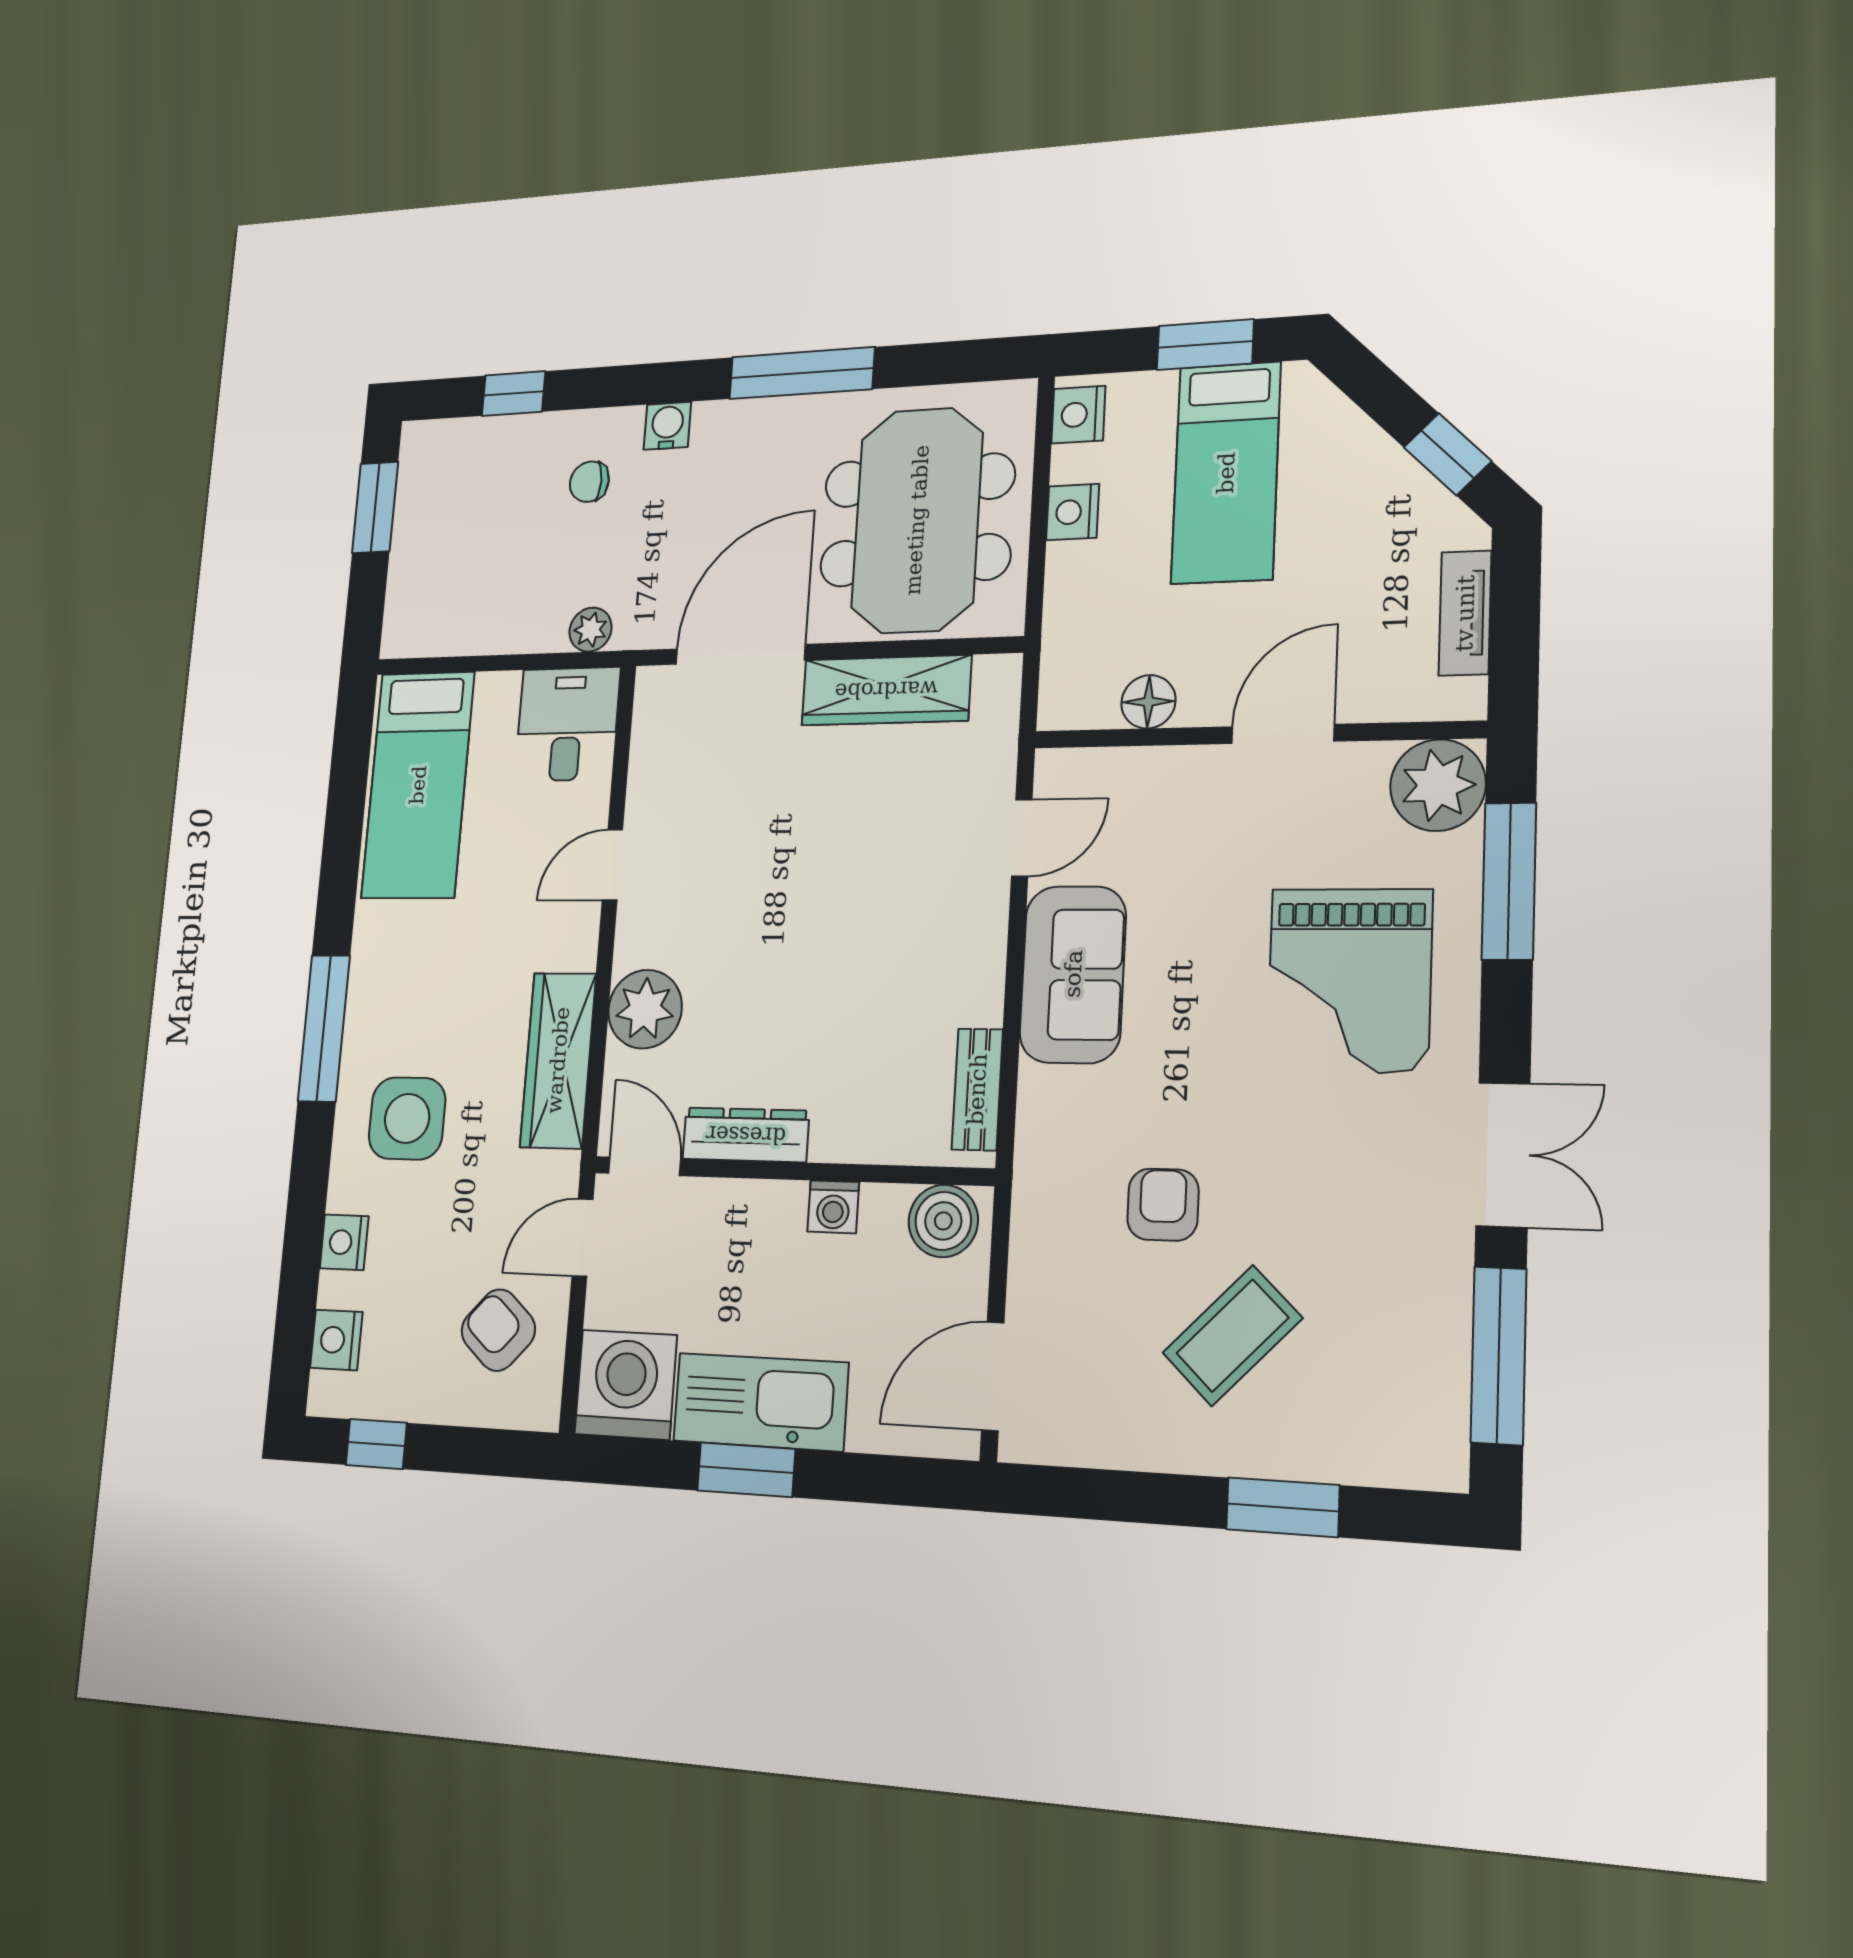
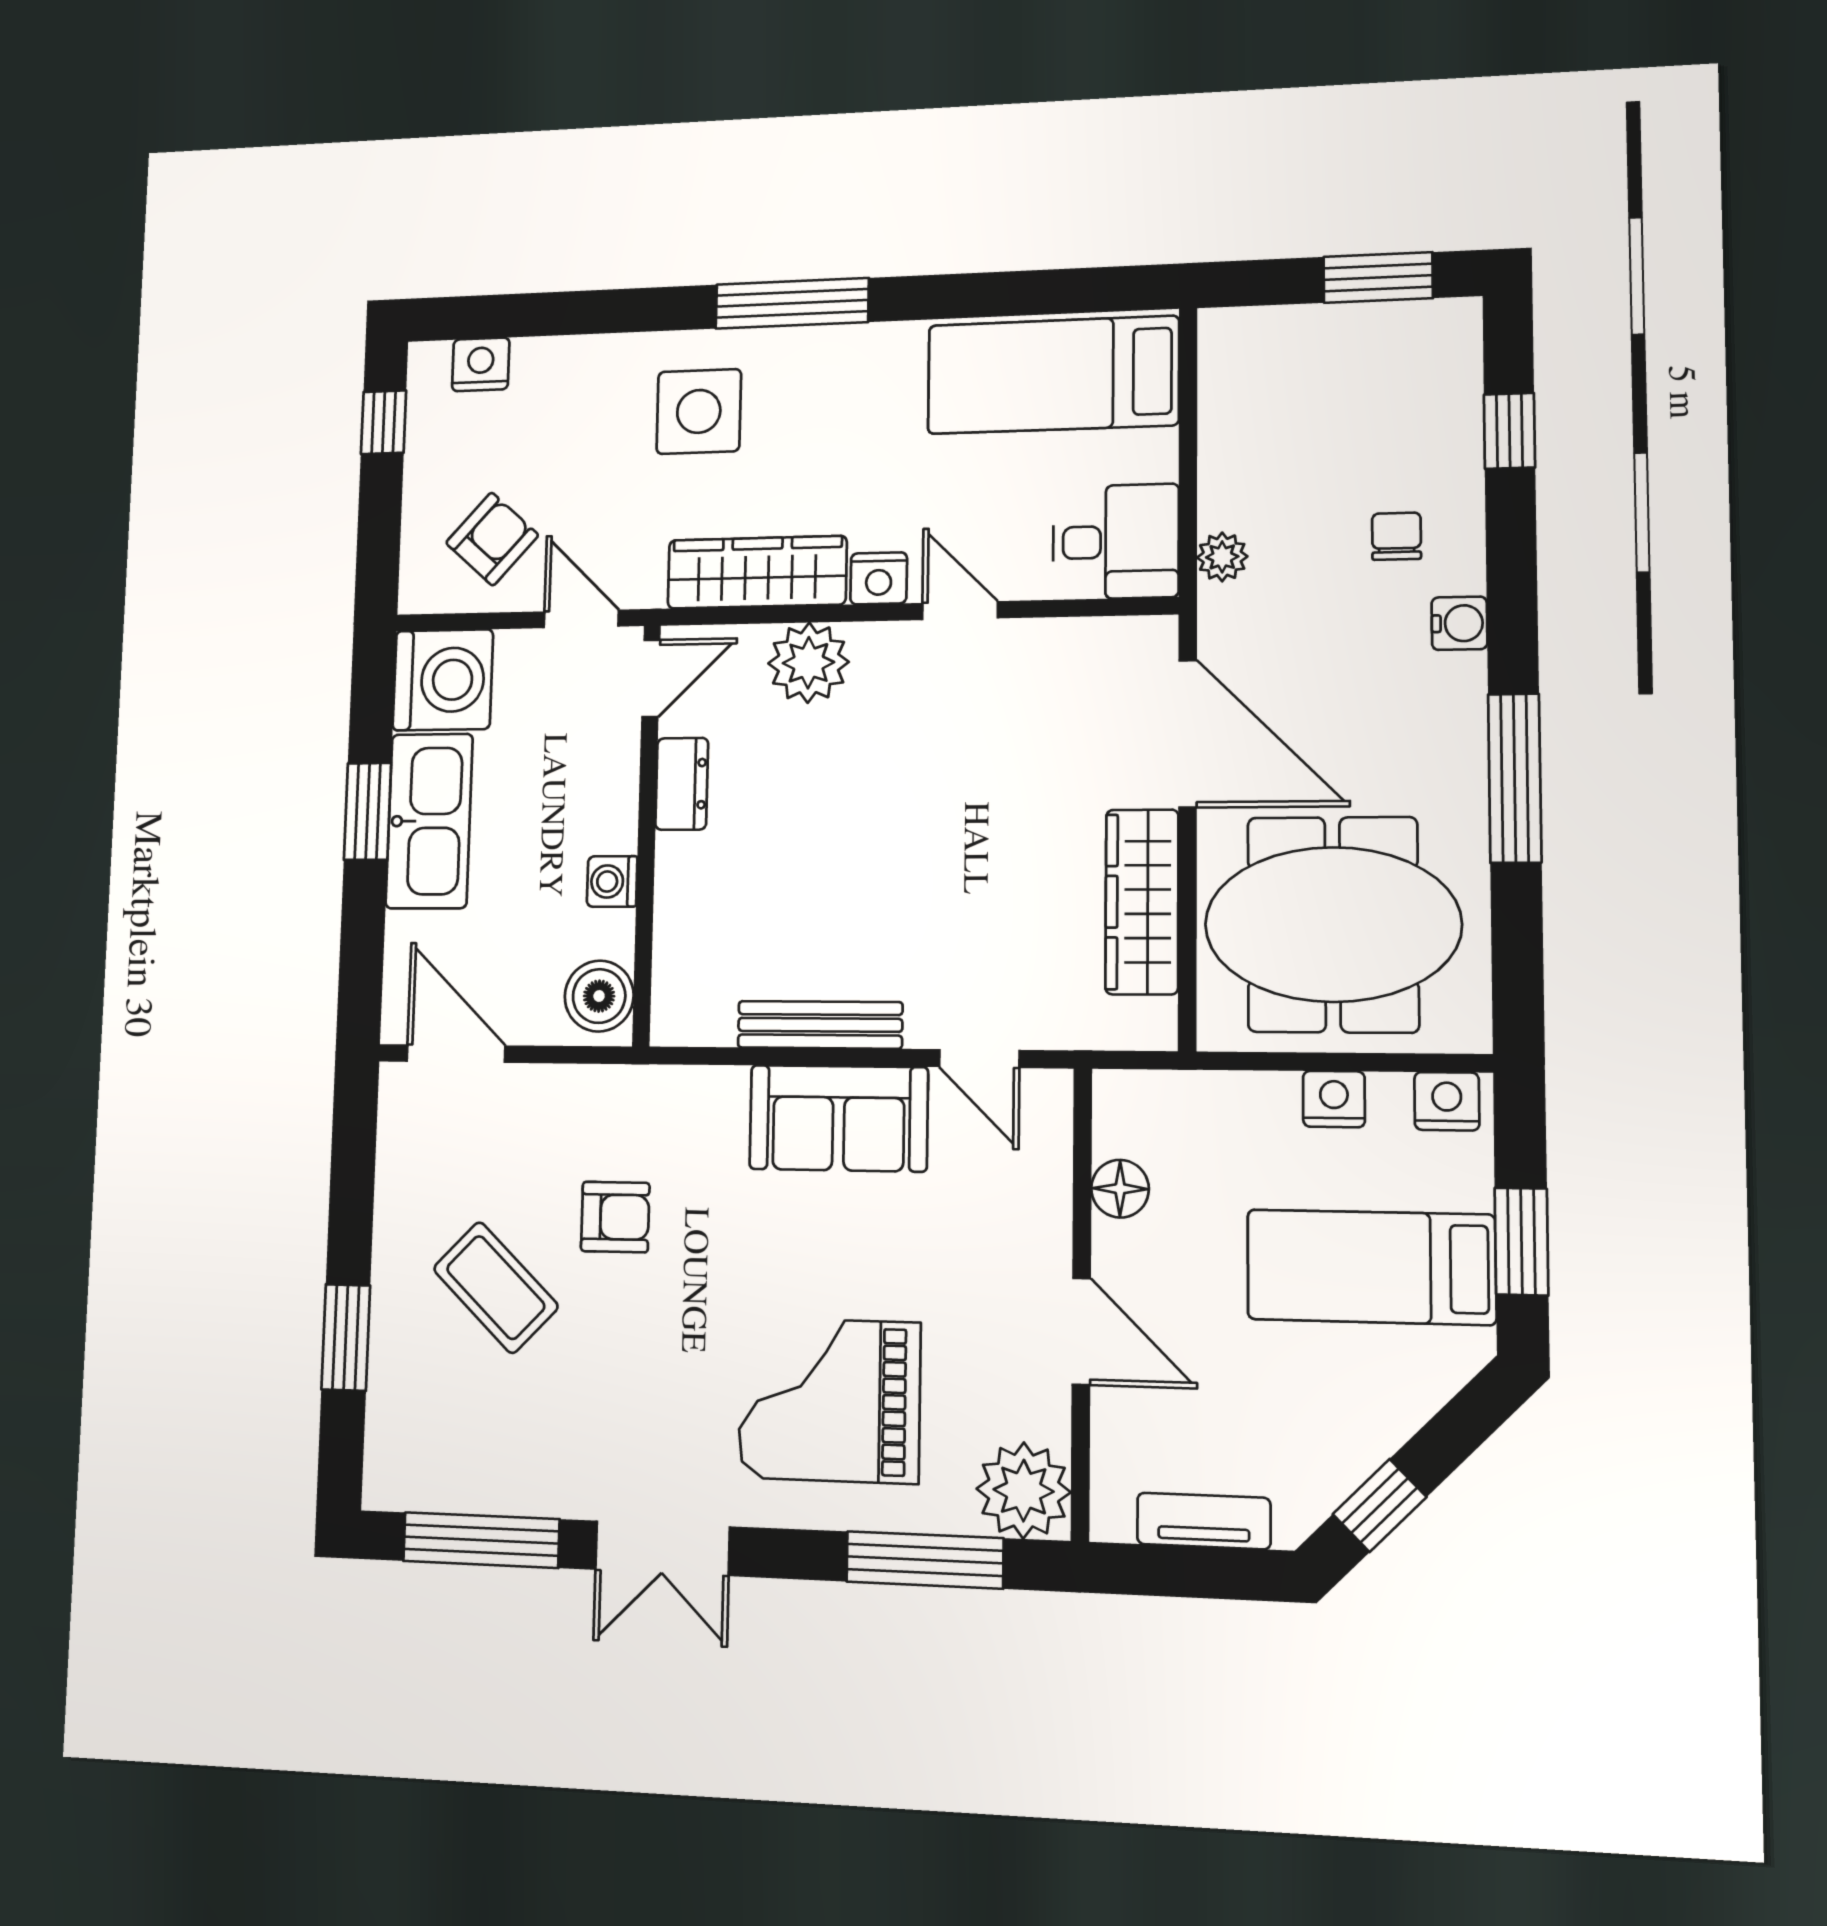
bench: (977, 1089) -> (820, 1025), moved, width x1.36
dresser: (746, 1135) -> (682, 784), width x0.70
nightstand: (344, 1242) -> (879, 578), moved, turned 180

